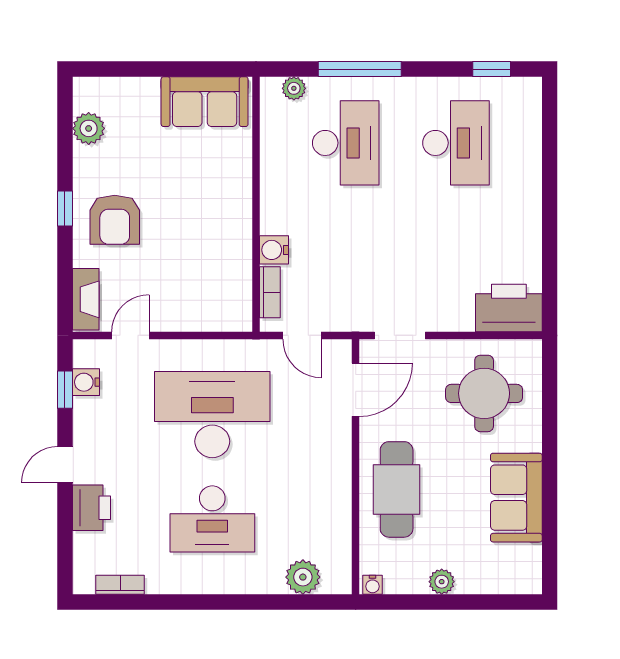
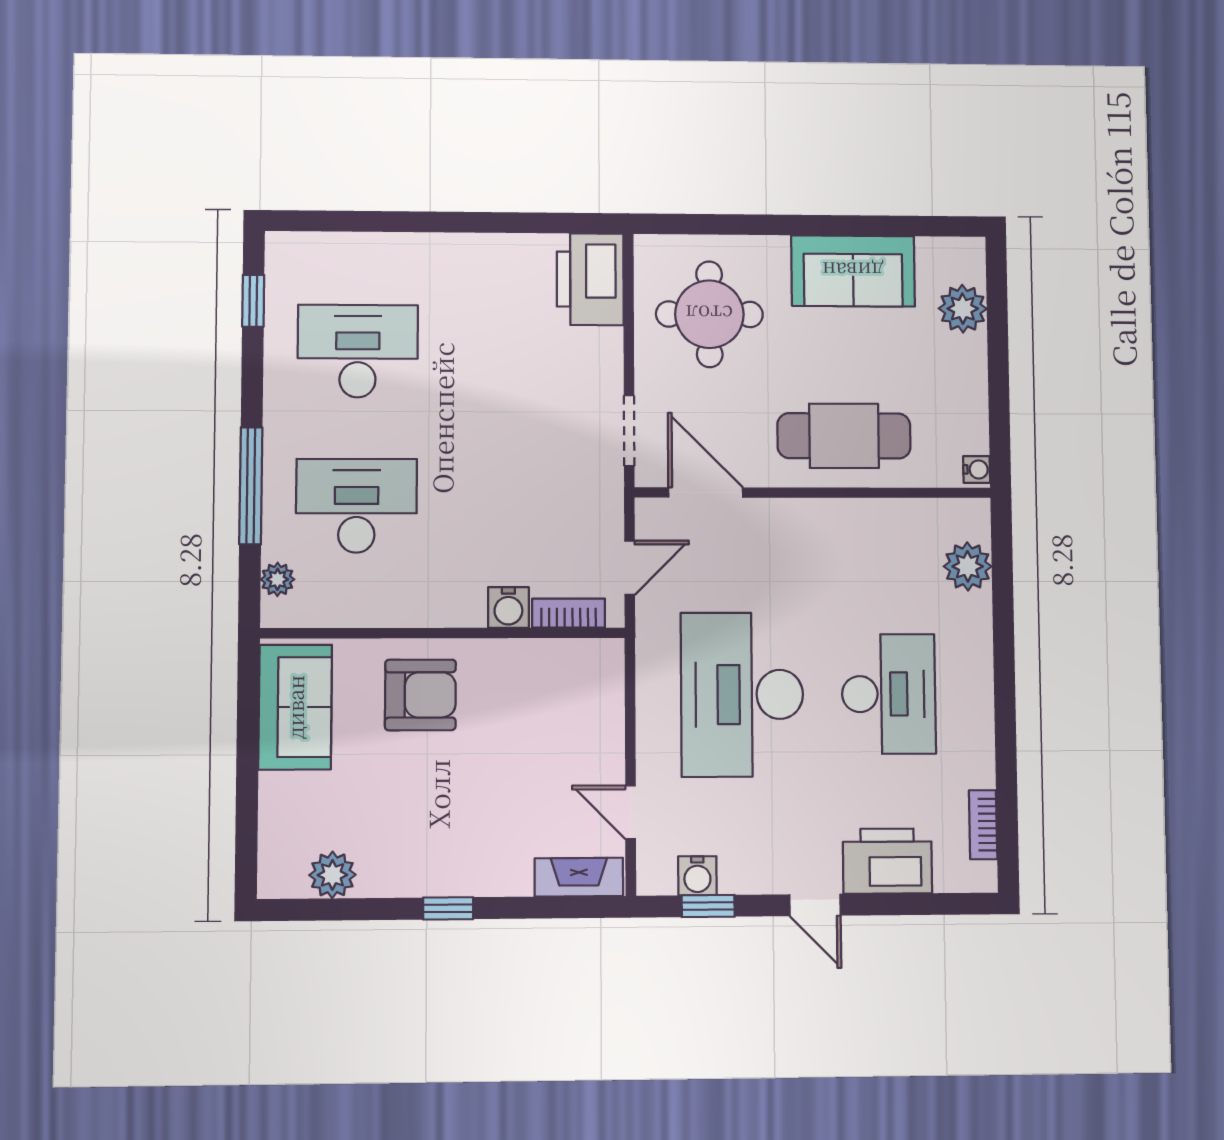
armchair: (115, 220) -> (420, 695), moved
printer: (91, 508) -> (887, 861), width x1.37, depth x1.19
plant: (442, 582) -> (963, 309), moved, width x1.38, depth x1.38

